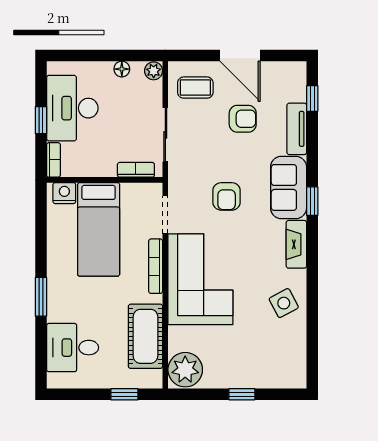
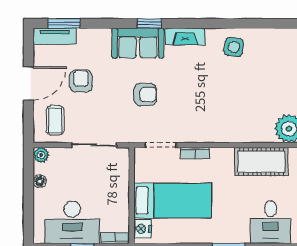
window: (312, 98) -> (64, 23), width x1.50
tv unit: (297, 129) -> (55, 36), moved
bookcase: (136, 170) -> (123, 170), removed
bookcase: (156, 266) -> (195, 153), width x0.64
corner sofa: (200, 279) -> (214, 116), removed
side table: (284, 303) -> (234, 47), turned 37

